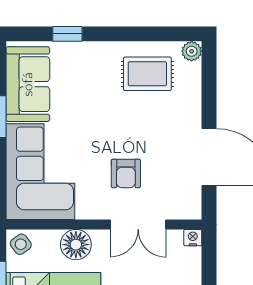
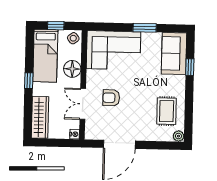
sofa: (28, 84) -> (174, 53), moved, turned 90

